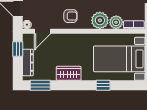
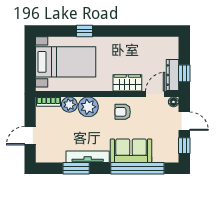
dresser: (28, 63) -> (172, 75), moved
wardrobe: (69, 73) -> (127, 83), moved, turned 180
window: (40, 85) -> (158, 31), removed

